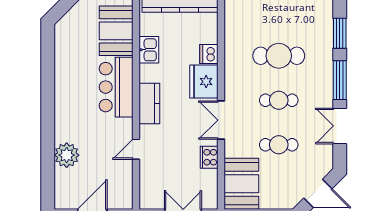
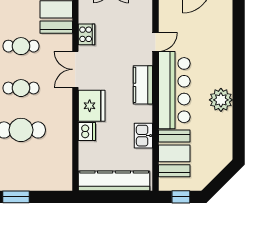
bar counter: (116, 87) -> (174, 90), width x1.36
double door: (221, 120) -> (75, 69), swing flipped
plant: (67, 155) -> (221, 100), moved

